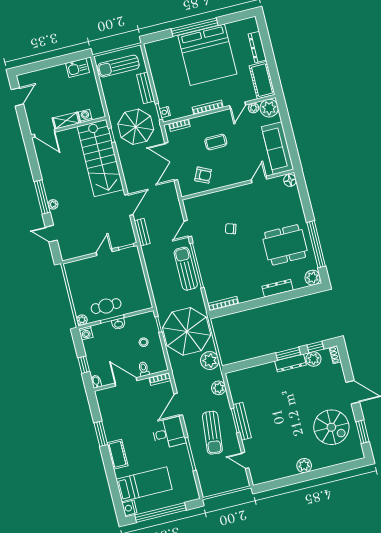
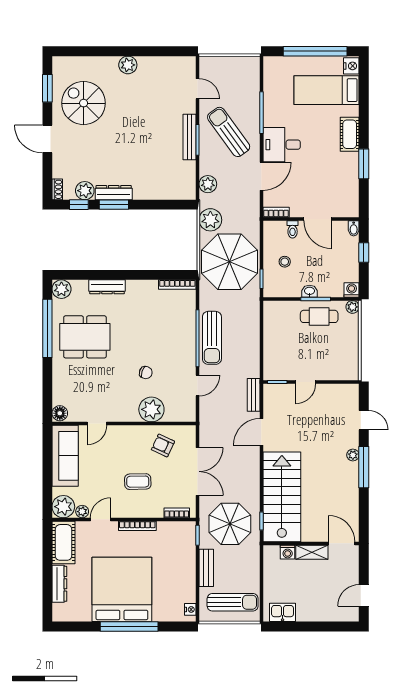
nightstand: (165, 112) -> (190, 609), moved
plant: (219, 201) -> (151, 409), added
sun lounger: (212, 433) -> (229, 132), turned -42

